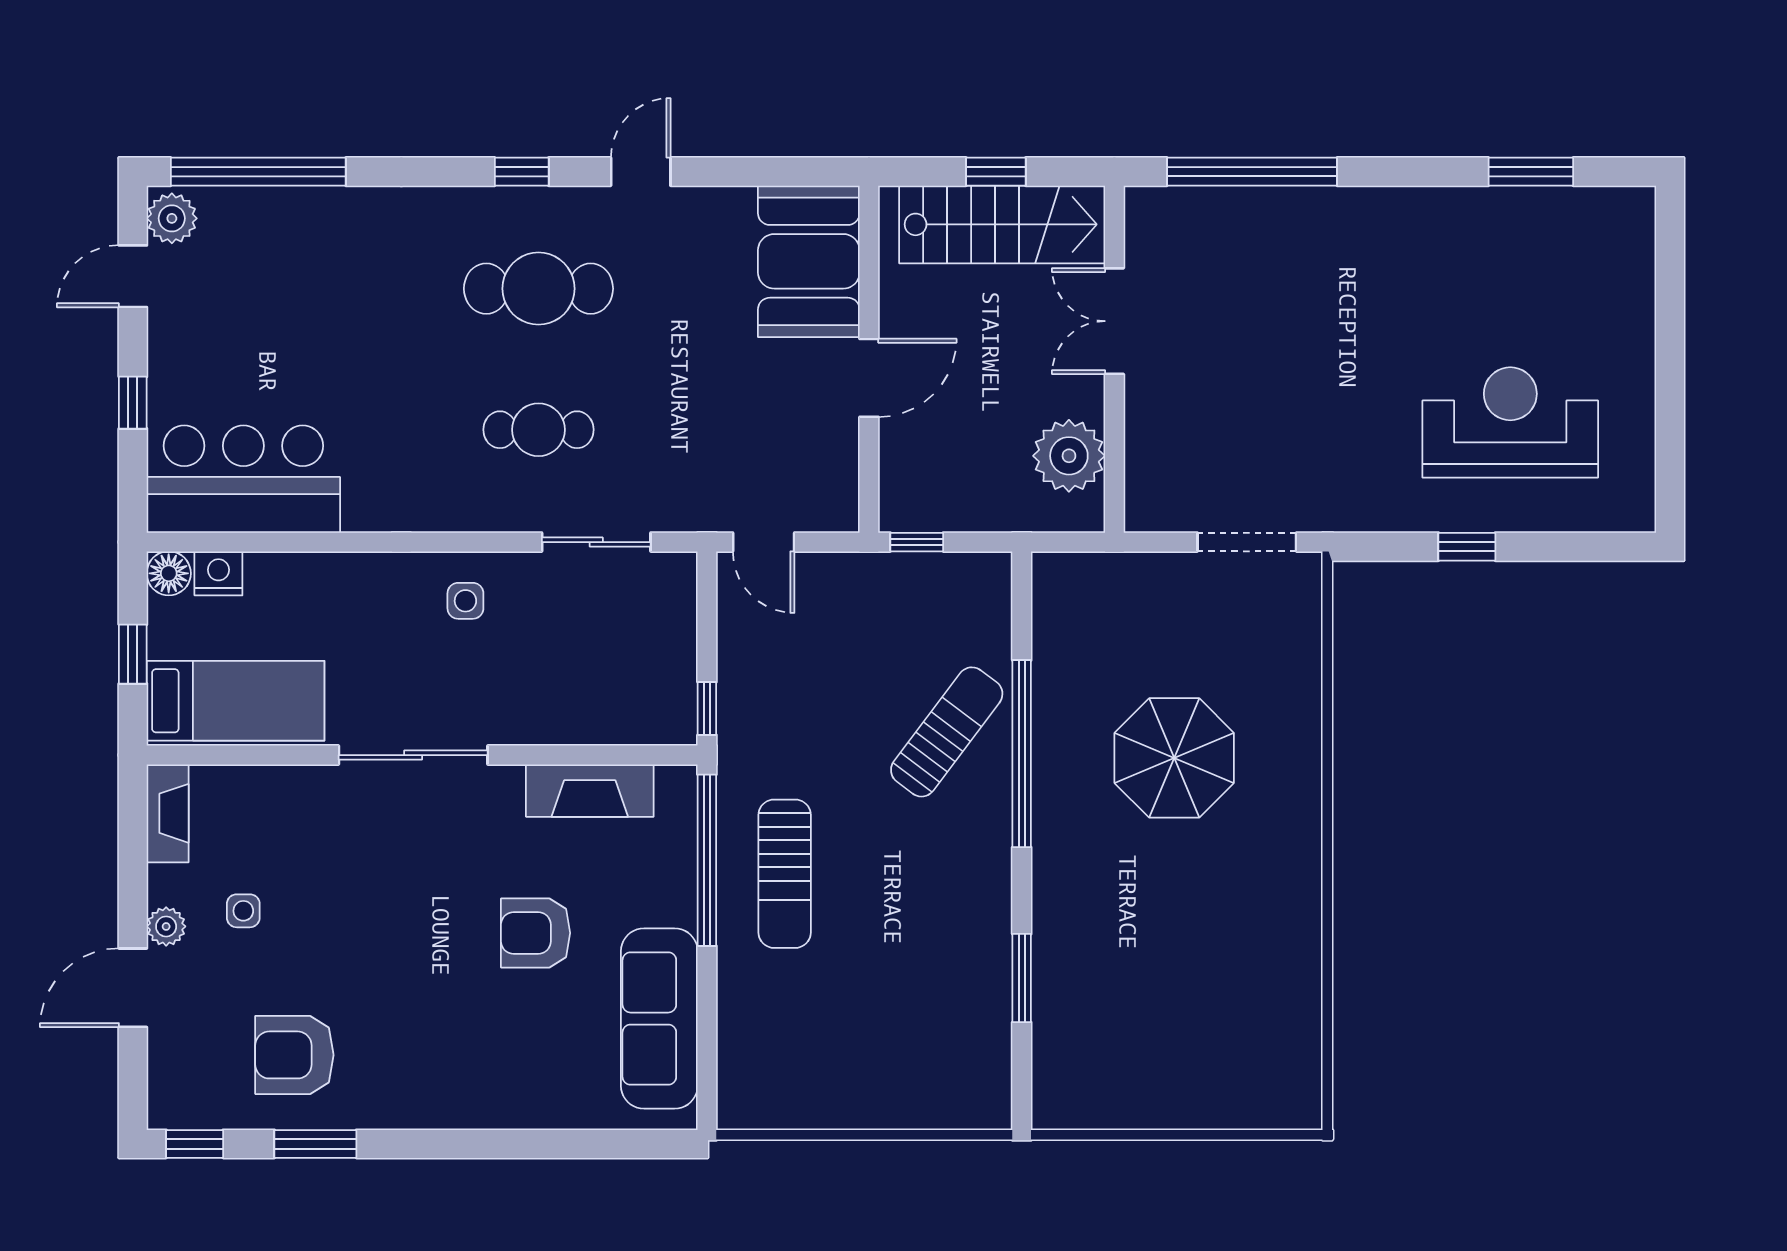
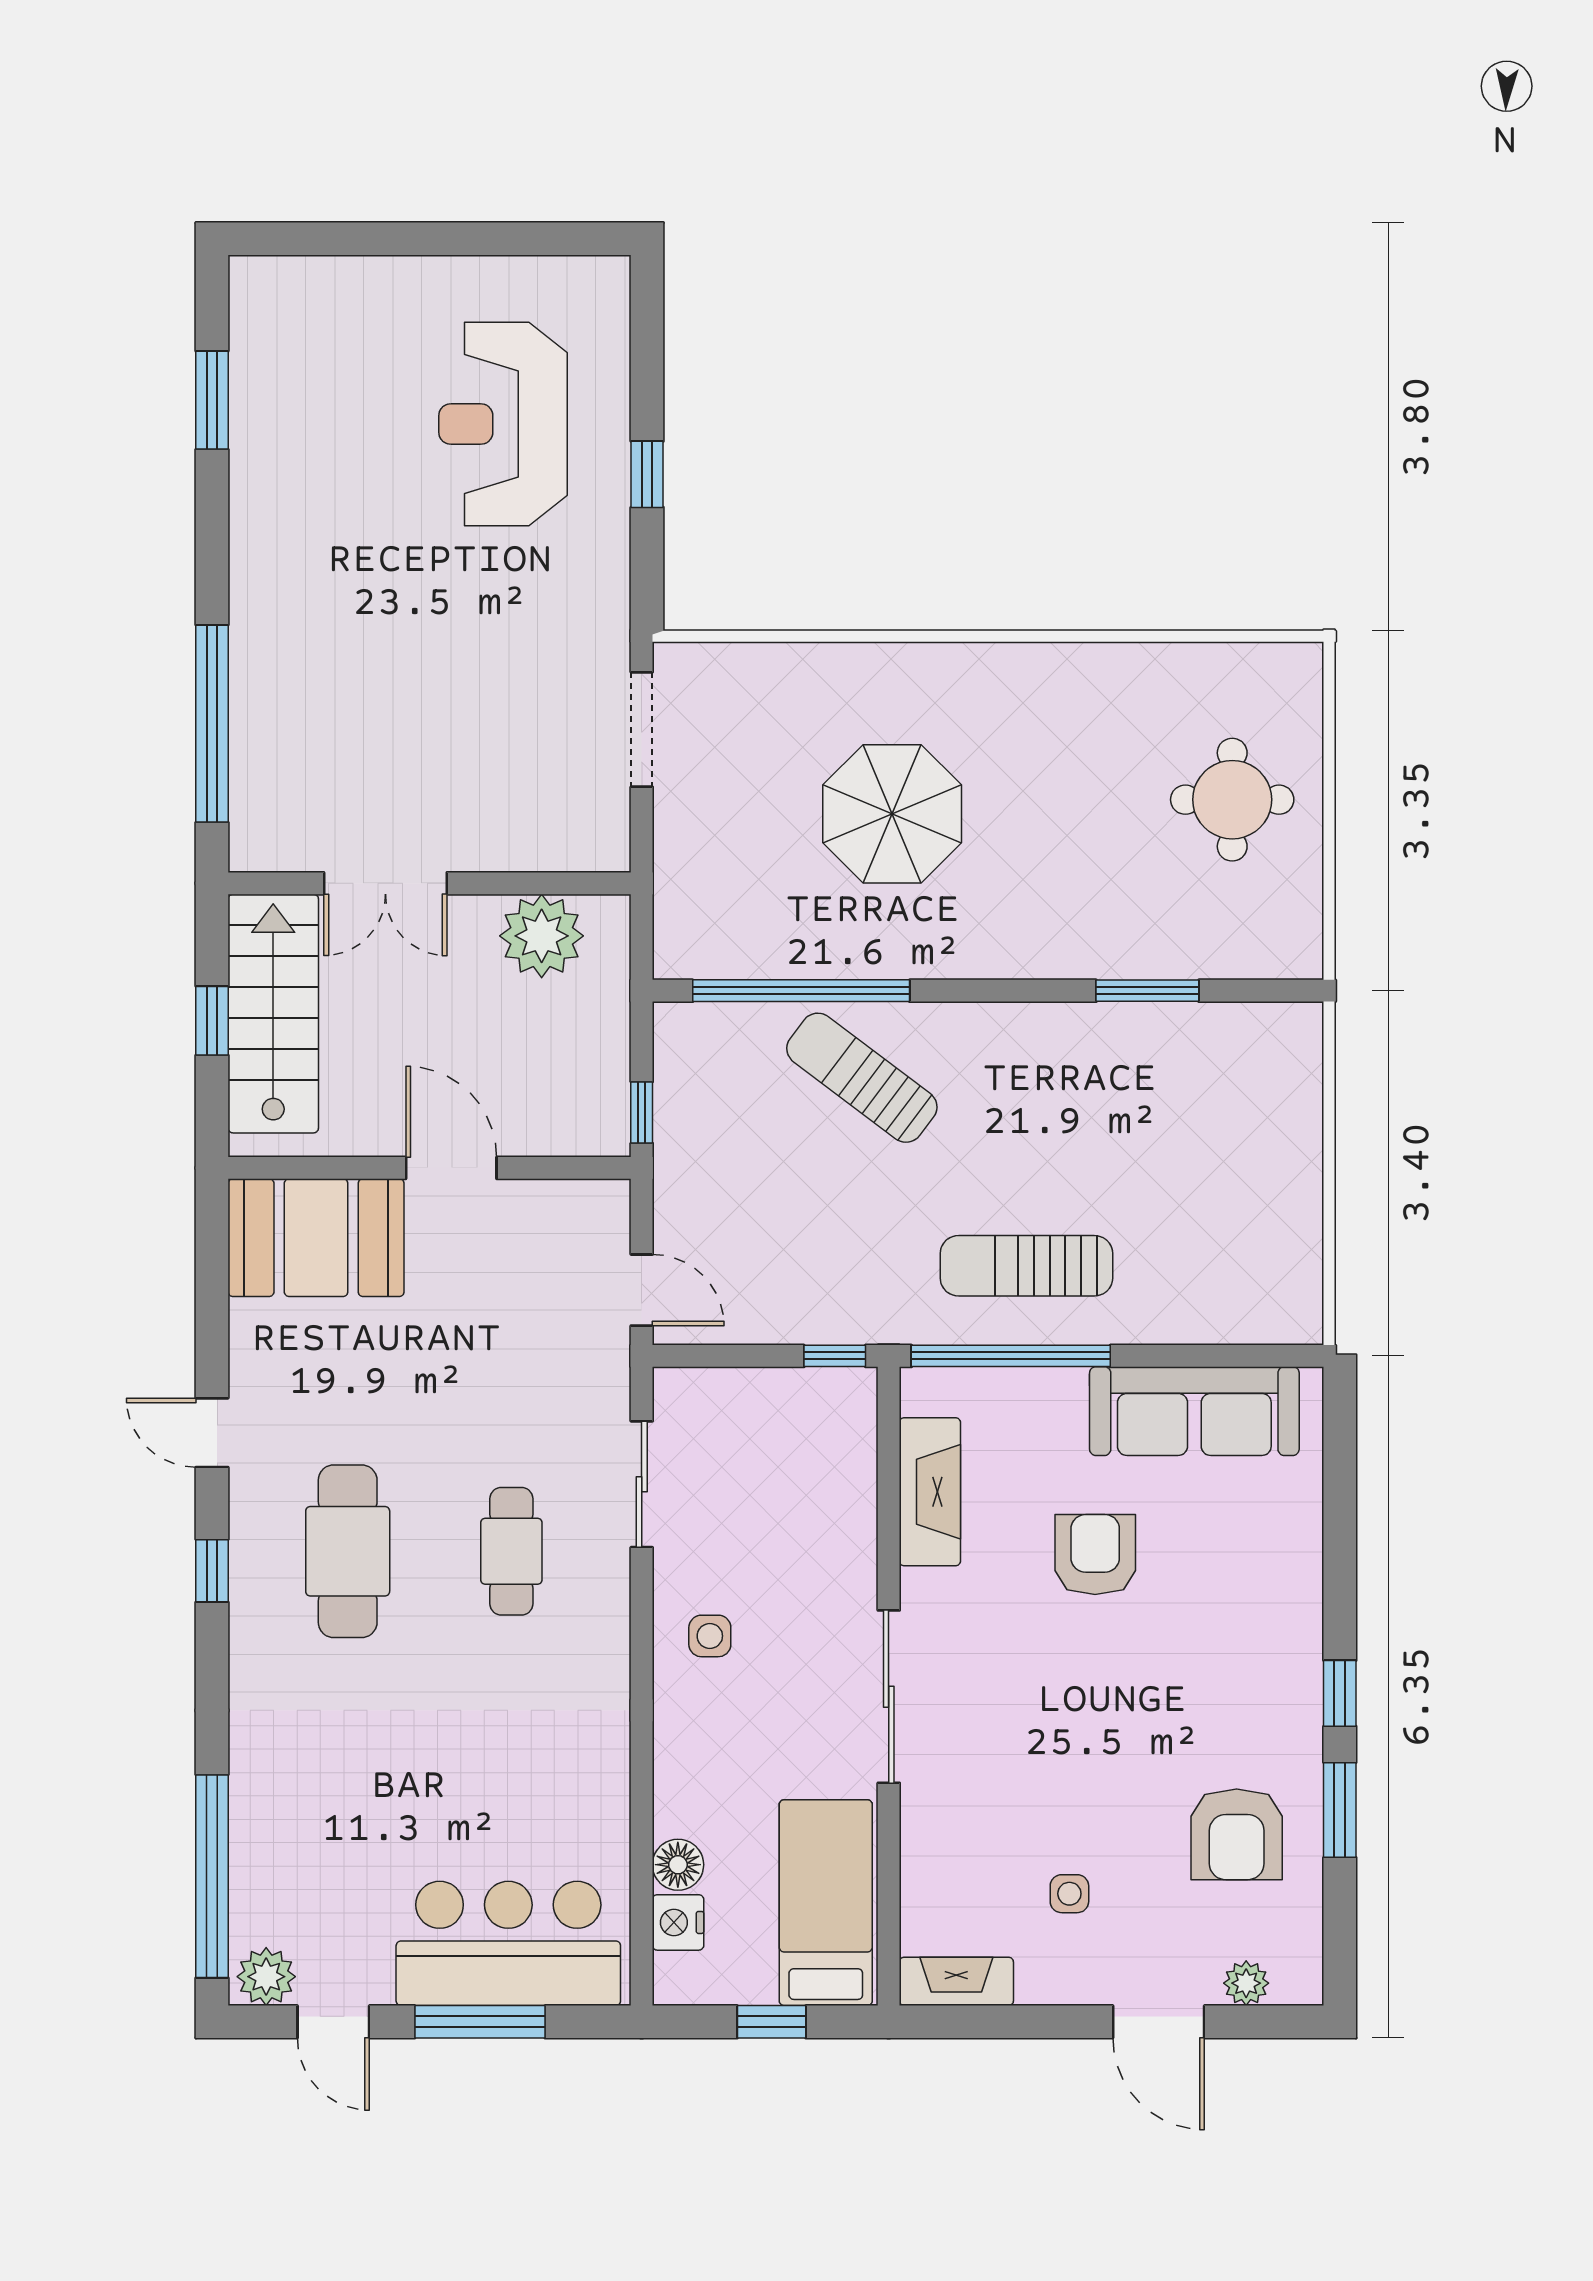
window: (133, 403) -> (480, 2022), width x2.17
bar counter: (243, 479) -> (508, 1943), moved, turned 90
door: (764, 542) -> (642, 1290), hinge flipped
floor lamp: (169, 573) -> (678, 1865), moved
window: (1022, 754) -> (801, 991), moved
sun lounger: (785, 874) -> (1026, 1266), turned 180
plant: (166, 926) -> (1246, 1983), moved
armchair: (536, 933) -> (1095, 1555), turned 180
round table: (1186, 1051) -> (1232, 800), added
window: (195, 1144) -> (1340, 1693), moved

